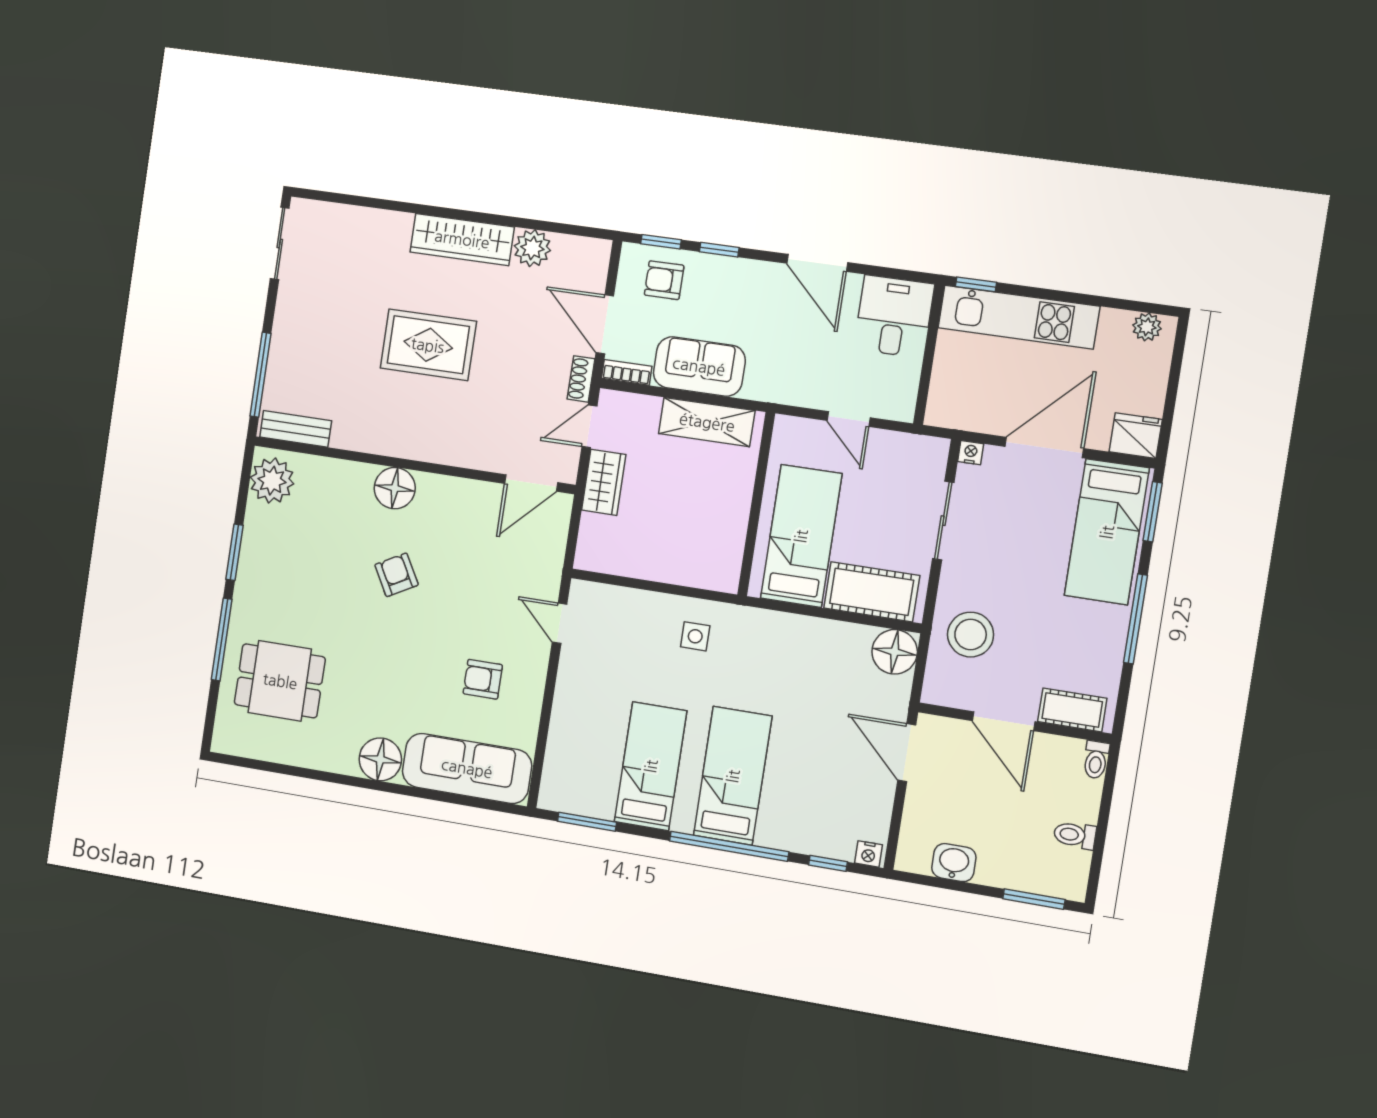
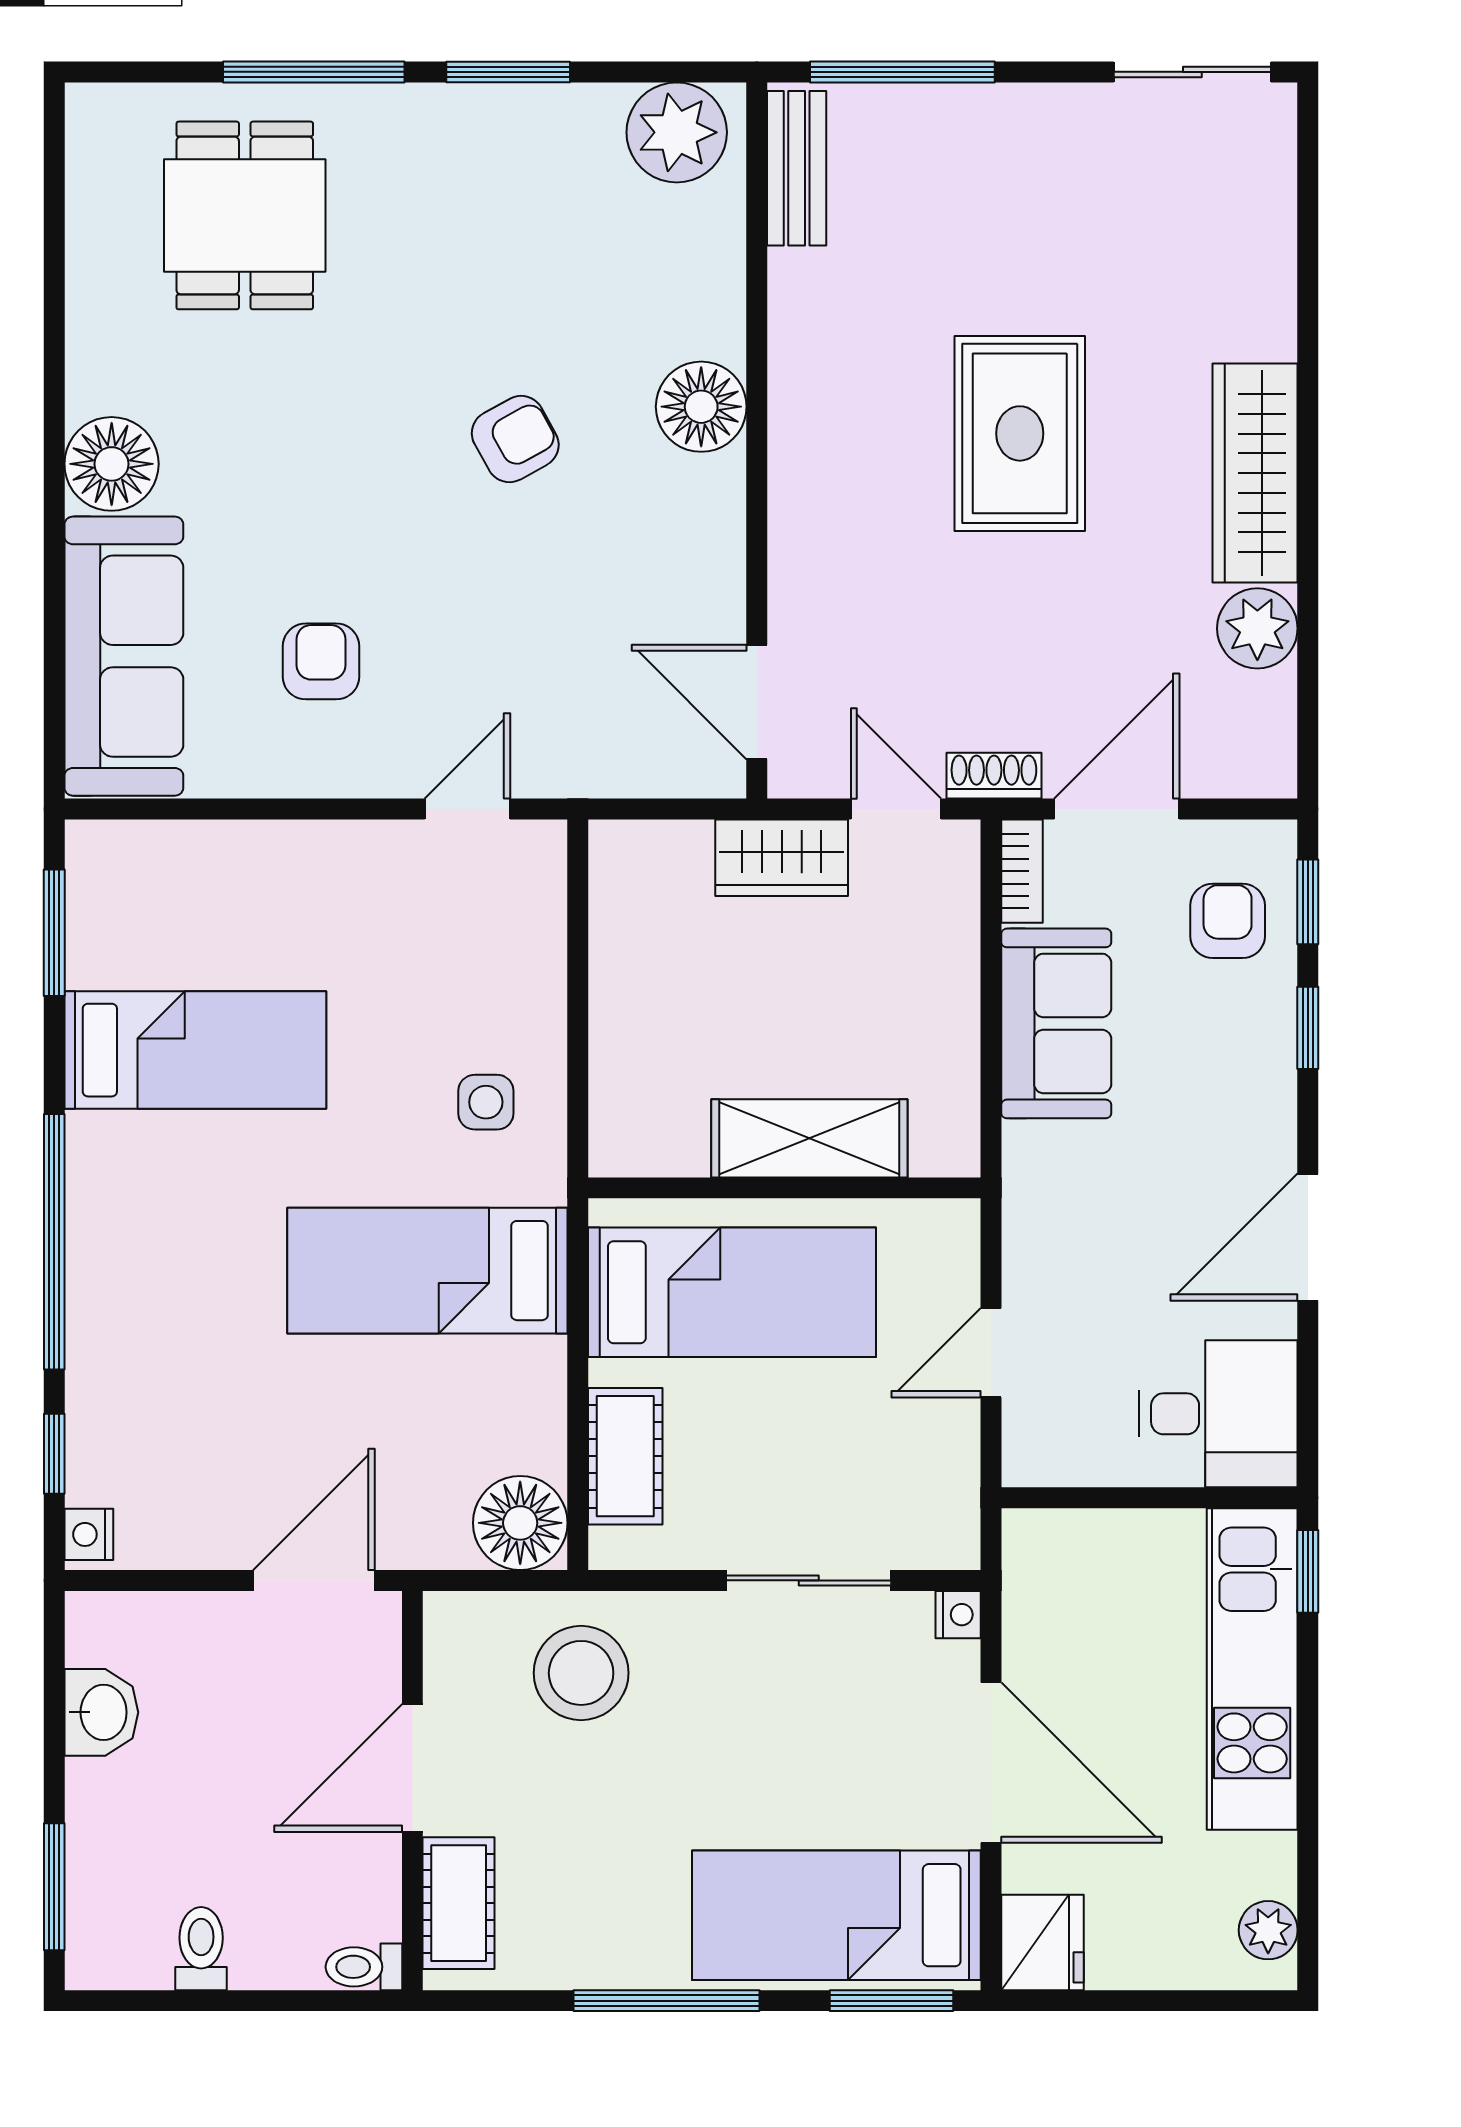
shelving: (707, 422) -> (809, 1138), moved, turned 90
cot: (872, 592) -> (625, 1456), width x0.73, depth x0.75
bed: (733, 776) -> (427, 1271), moved, turned 180

